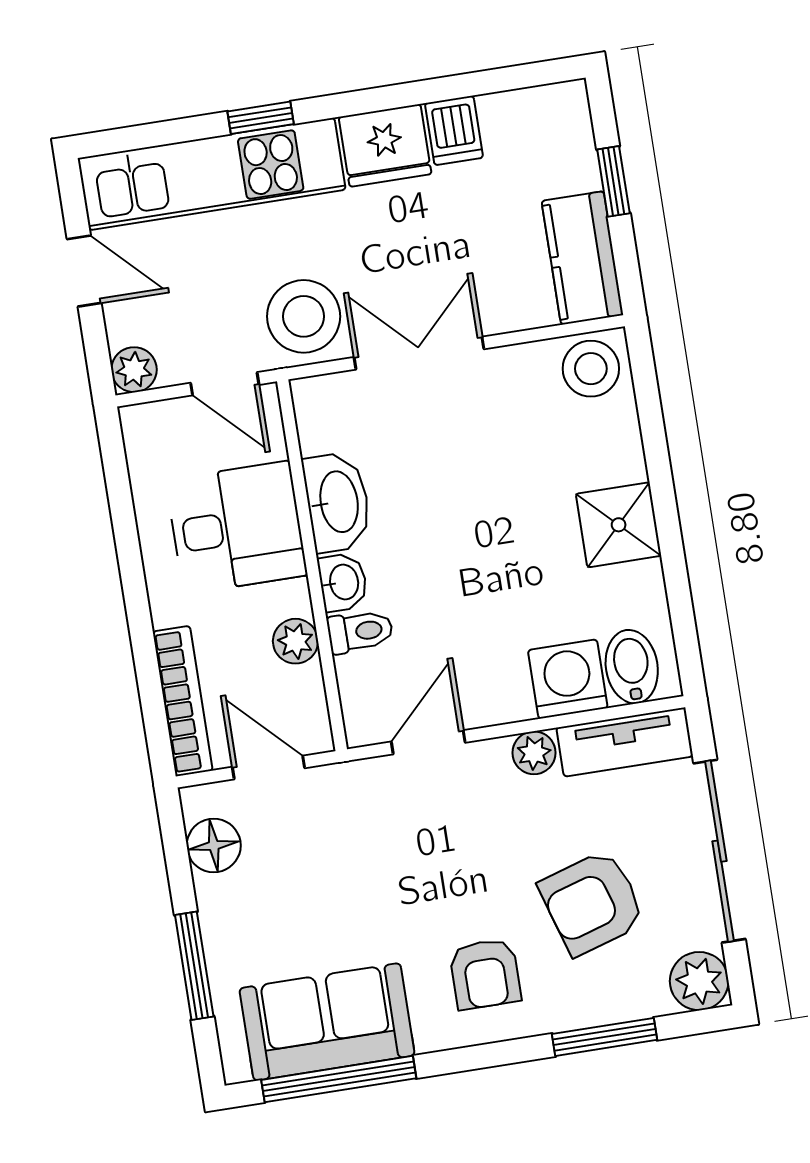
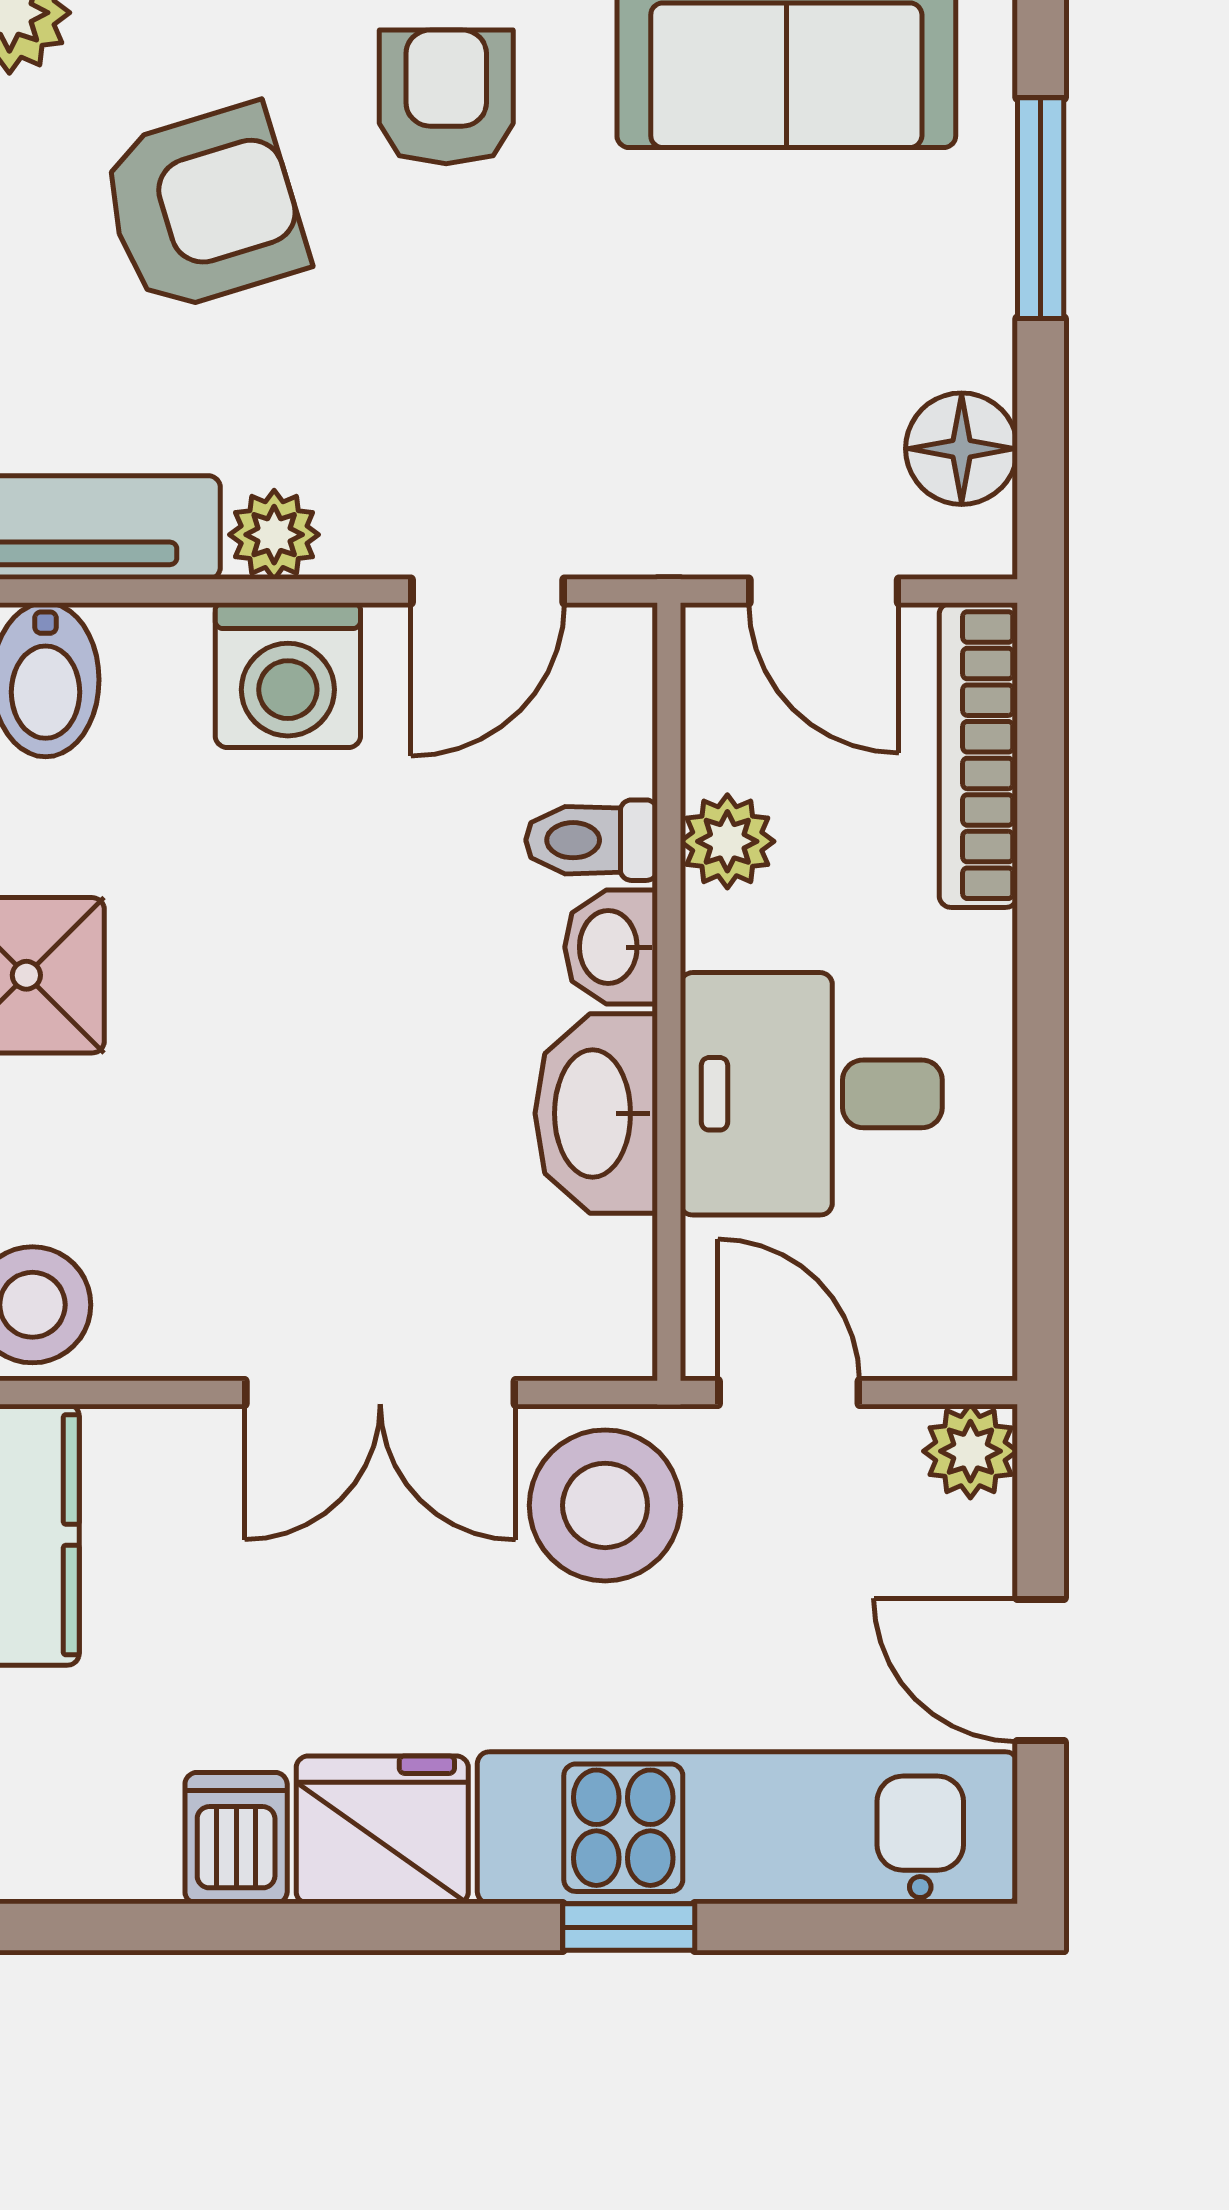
washing machine: (568, 679) -> (288, 675), moved

